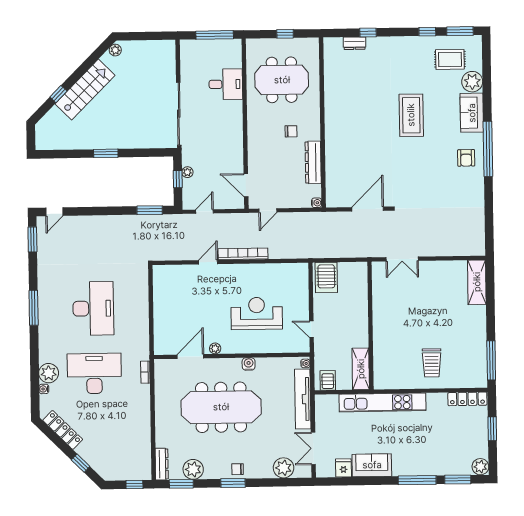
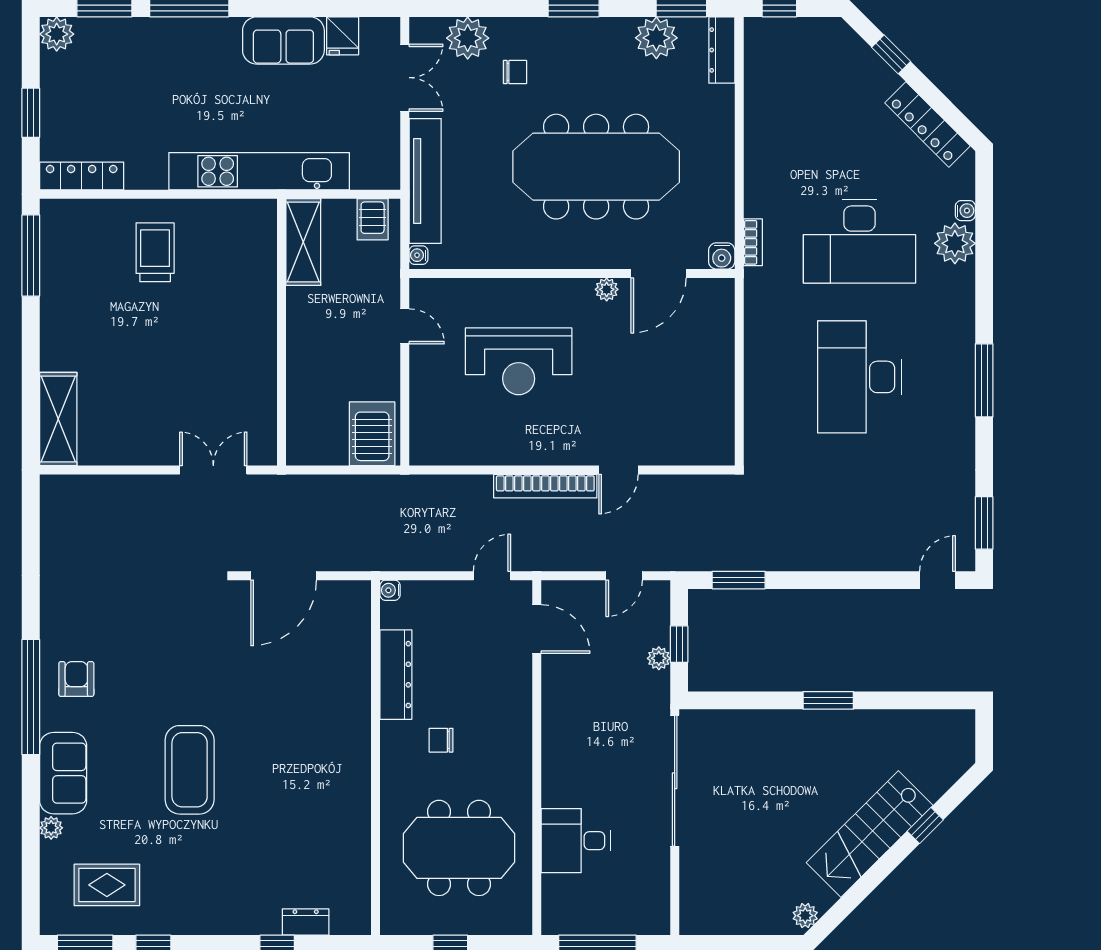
plant: (472, 82) -> (51, 828), width x0.53, depth x0.53
water cooler: (249, 364) -> (722, 256), moved
chair: (238, 469) -> (515, 72), moved

